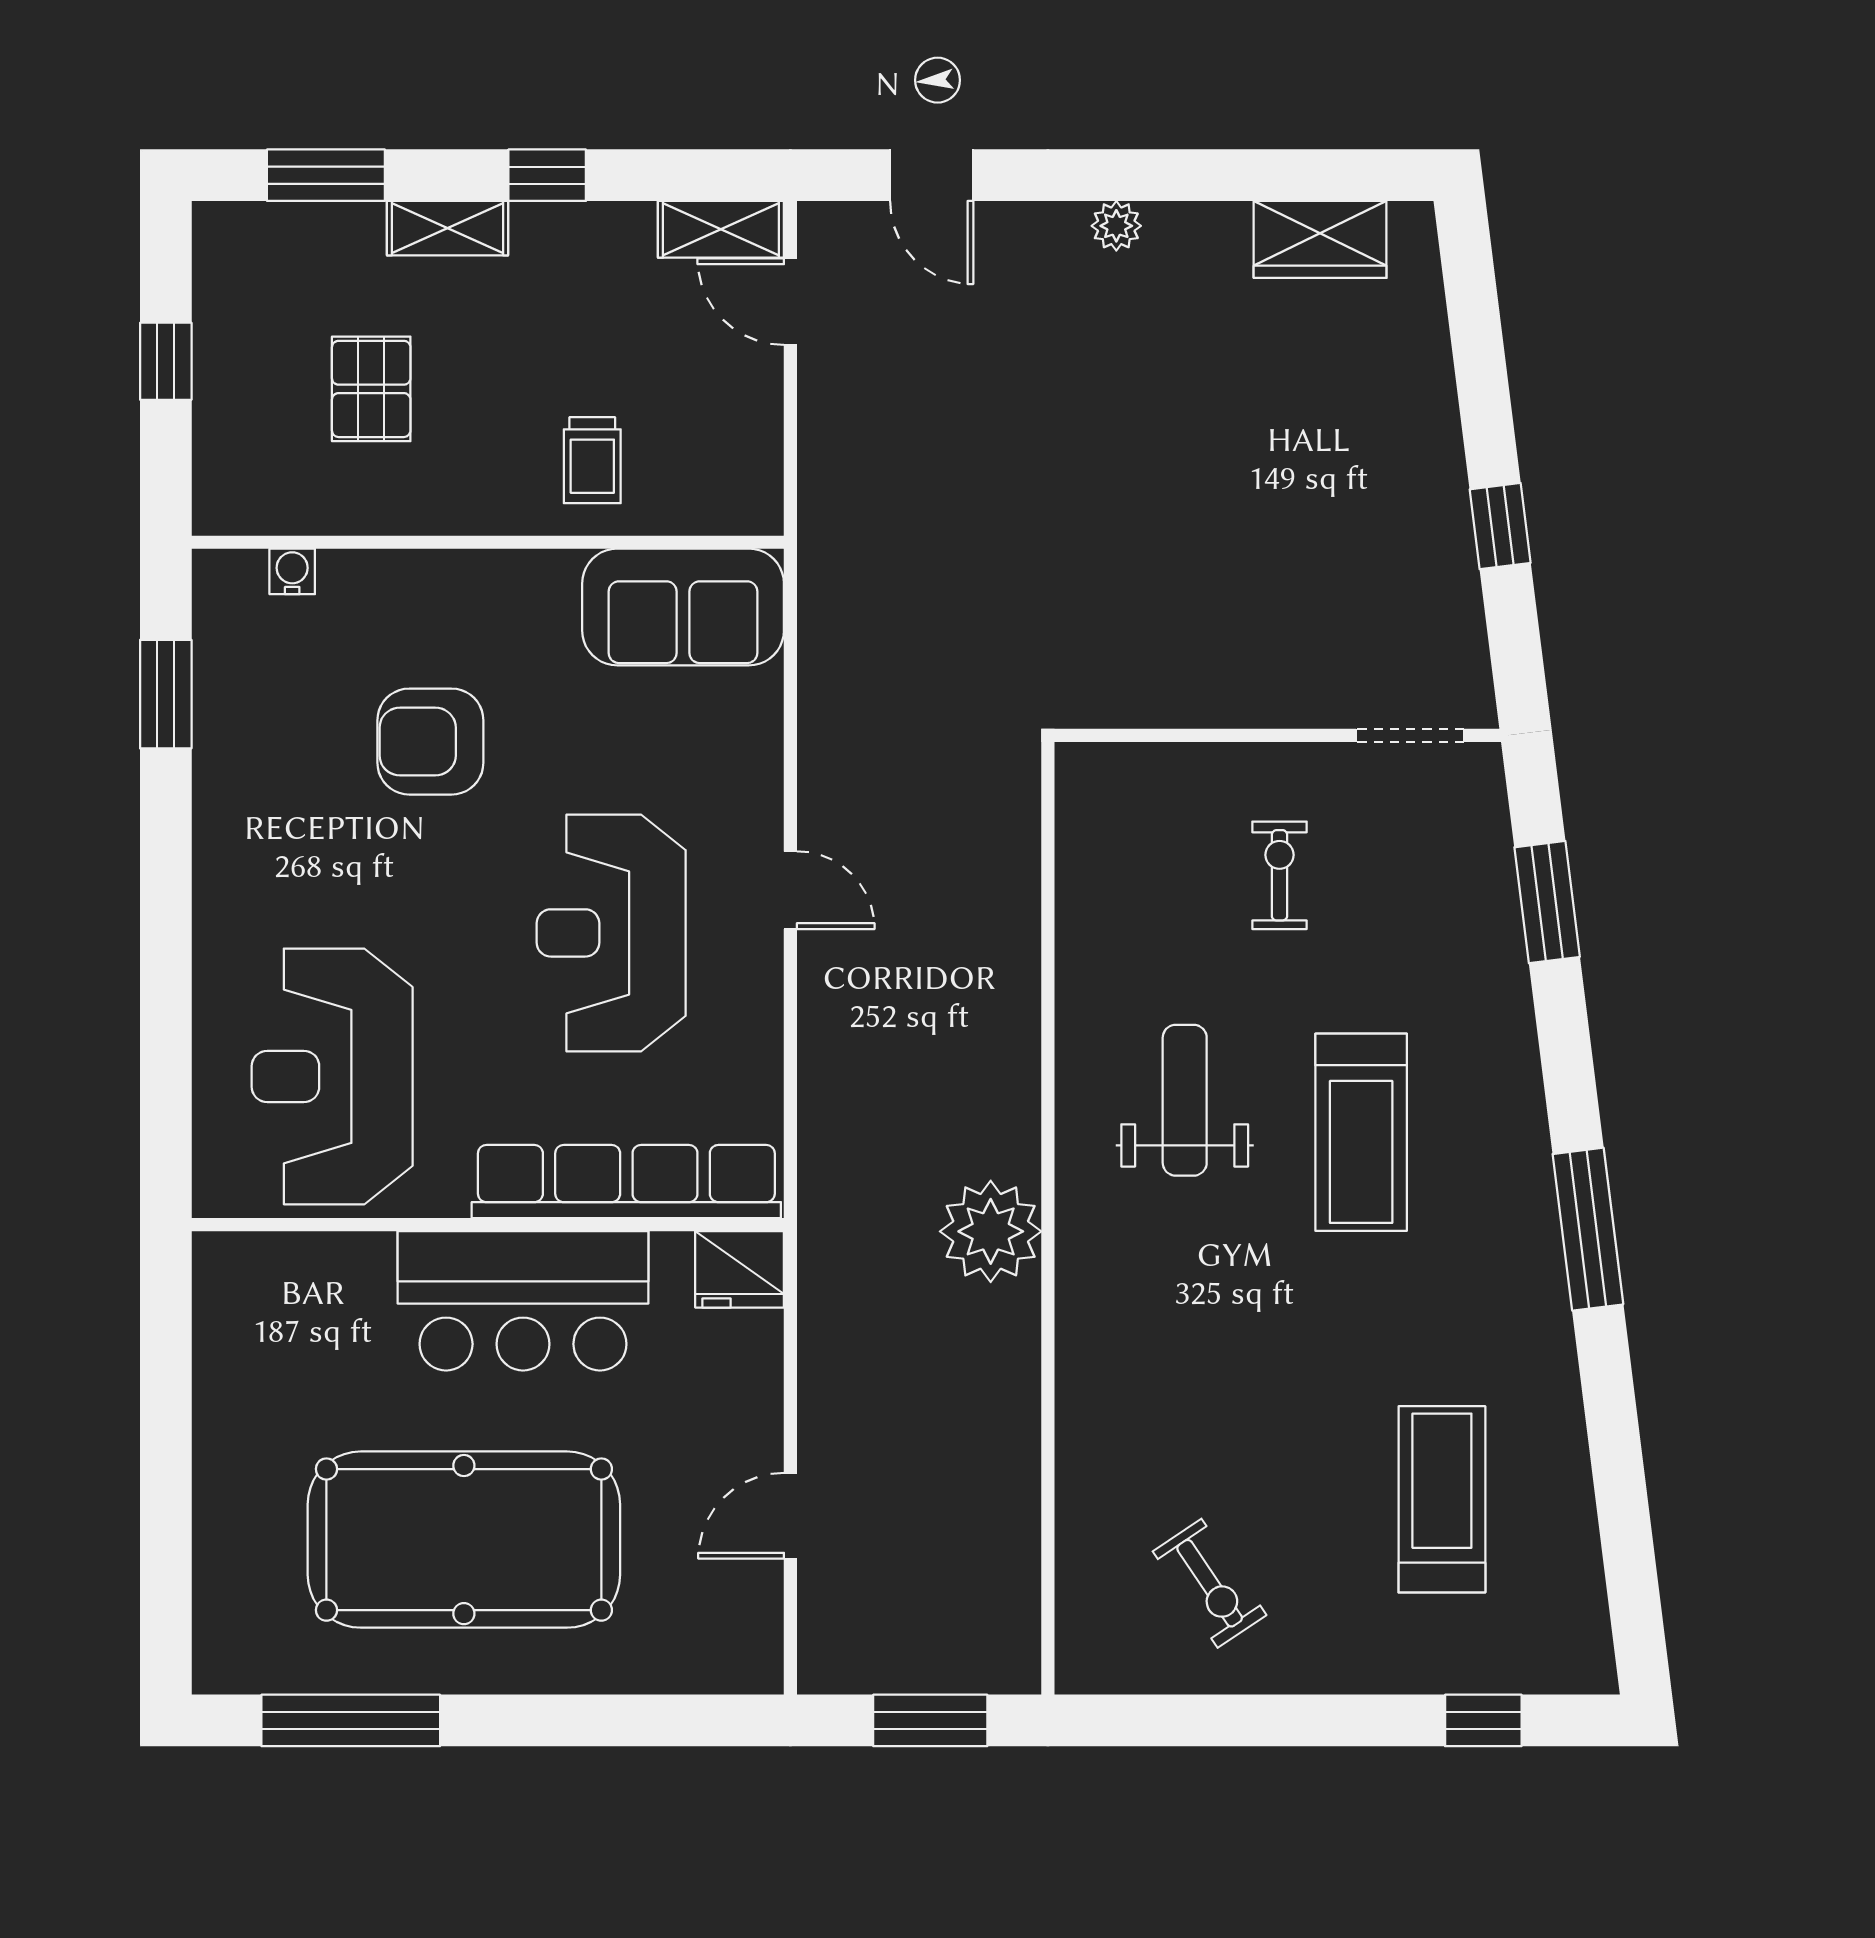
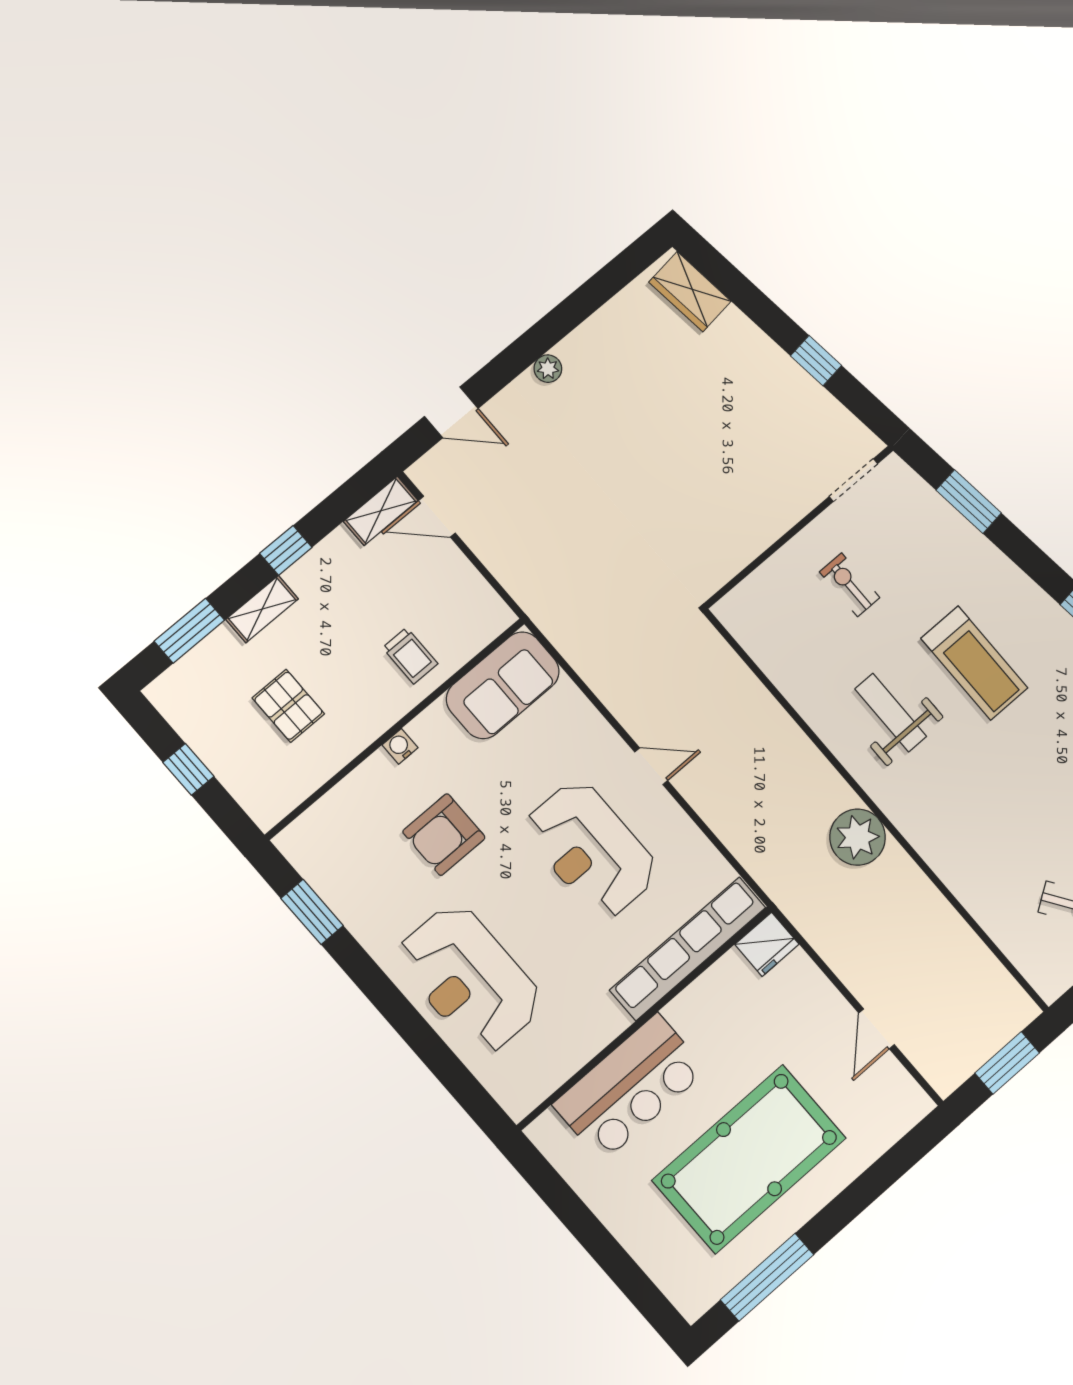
wardrobe: (1320, 239) -> (690, 292), moved, turned 83
water cooler: (292, 571) -> (400, 746), moved
reception desk: (332, 1076) -> (469, 979), moved
bar counter: (523, 1301) -> (630, 1087), moved

